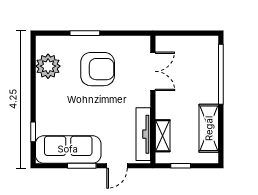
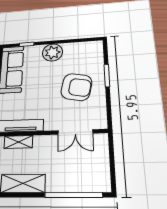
plant: (48, 66) -> (52, 52), moved
armchair: (98, 69) -> (76, 87), turned -78

